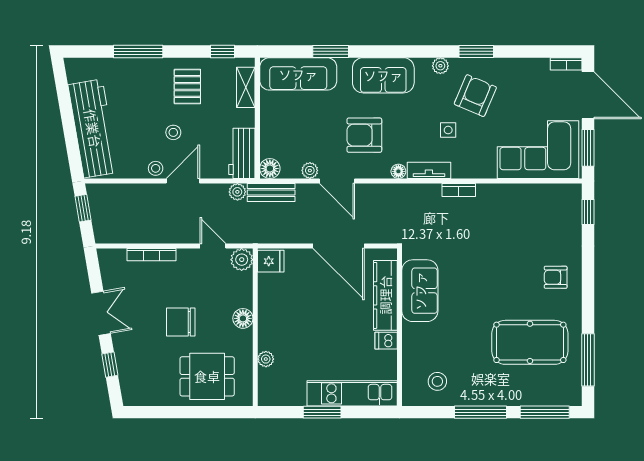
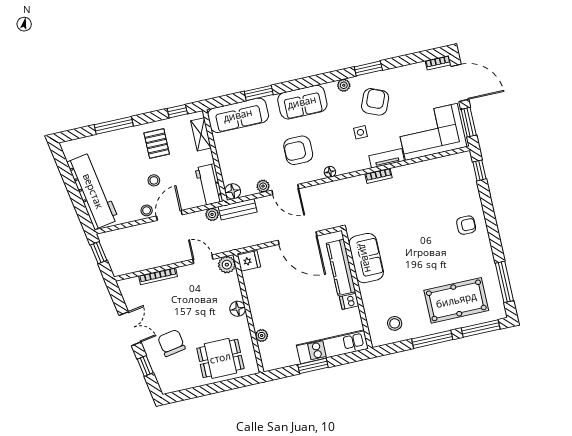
tv unit: (429, 170) -> (387, 158), moved
armchair: (556, 277) -> (466, 225), turned 180
chair: (181, 322) -> (171, 343), moved, turned 80
pool table: (530, 342) -> (456, 300), moved

